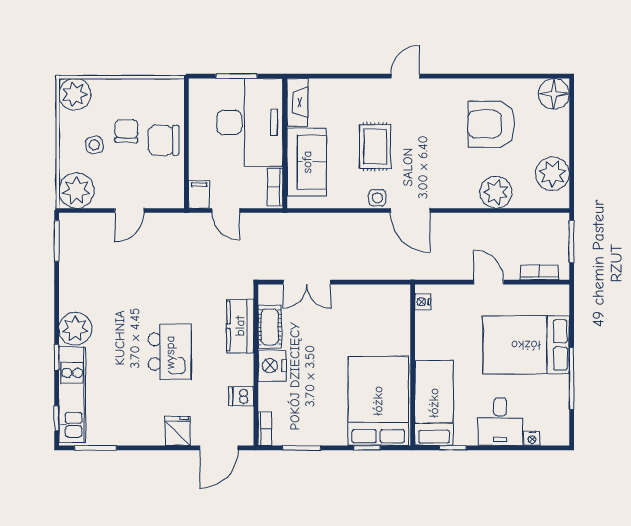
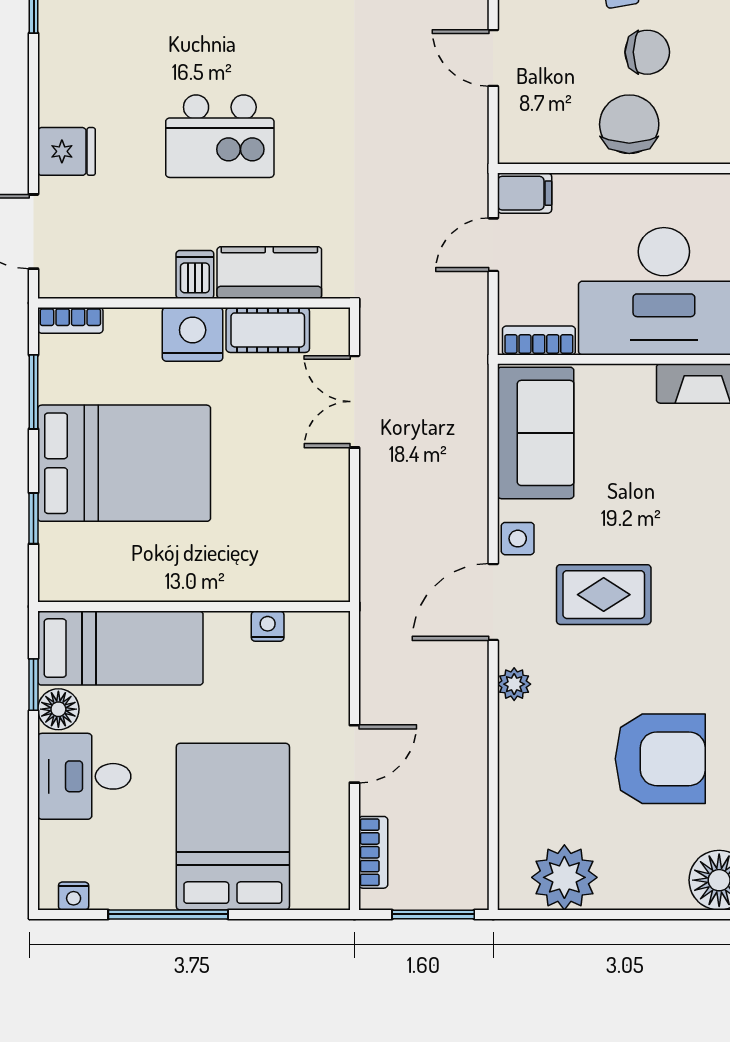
armchair: (491, 124) -> (660, 759), turned 90
rug: (375, 147) -> (604, 595), moved
sofa: (307, 162) -> (536, 433), moved, turned -90
plant: (496, 192) -> (514, 684), moved, width x0.53, depth x0.53
nightstand: (423, 302) -> (268, 626), moved
dishwasher: (241, 396) -> (195, 274), moved
bed: (378, 401) -> (124, 463), moved
floor lamp: (466, 435) -> (58, 709), added
nightstand: (532, 438) -> (74, 896), moved, turned -90

